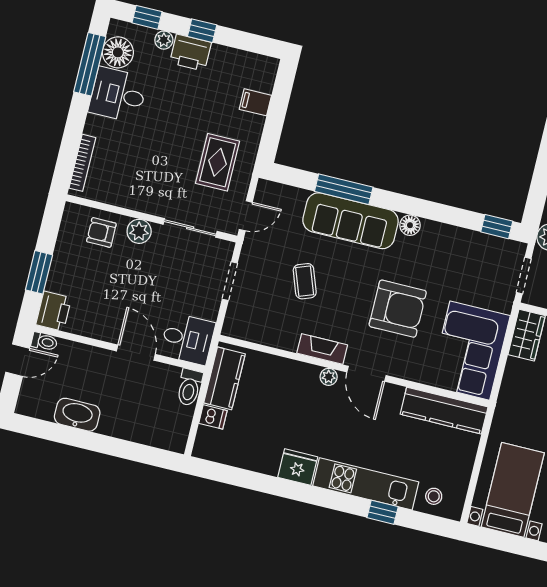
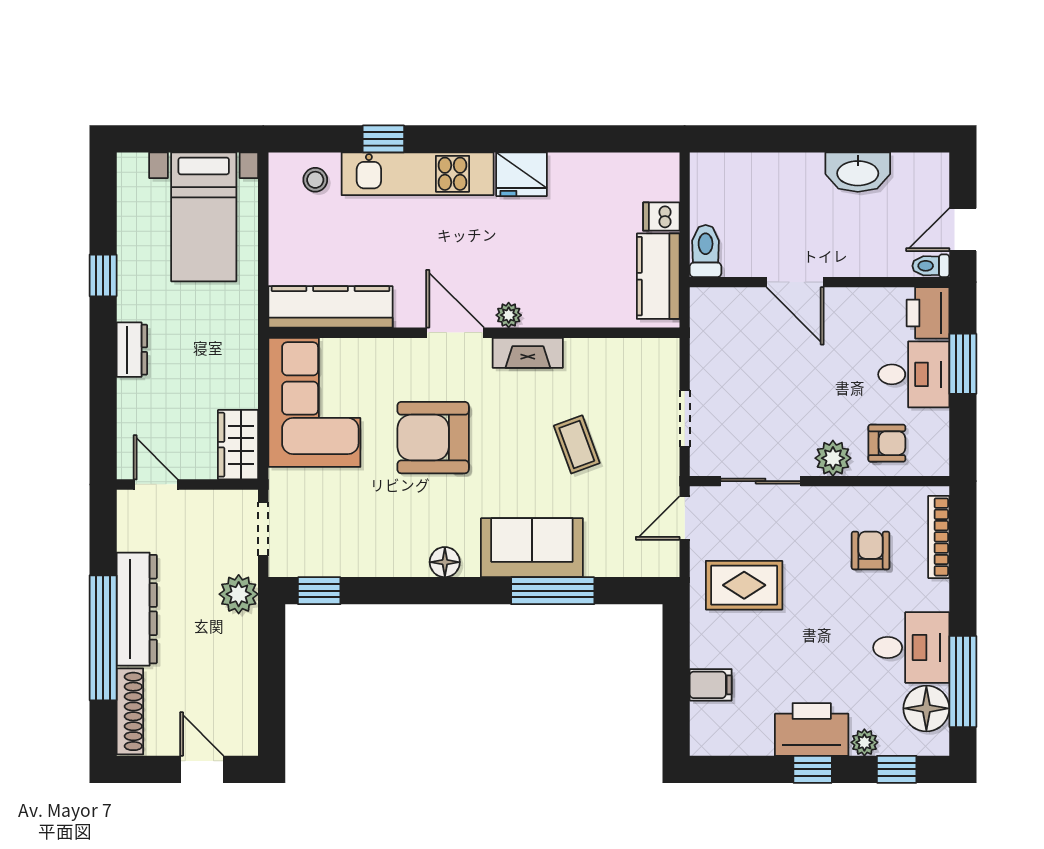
printer: (190, 53) -> (812, 729), width x1.37, depth x1.19
rug: (218, 162) -> (744, 585), turned 90
armchair: (129, 165) -> (871, 550), added
sofa: (351, 221) -> (532, 548), width x0.73
desk: (188, 339) -> (914, 374), moved, turned 180

